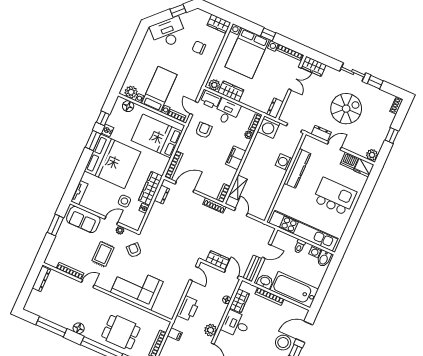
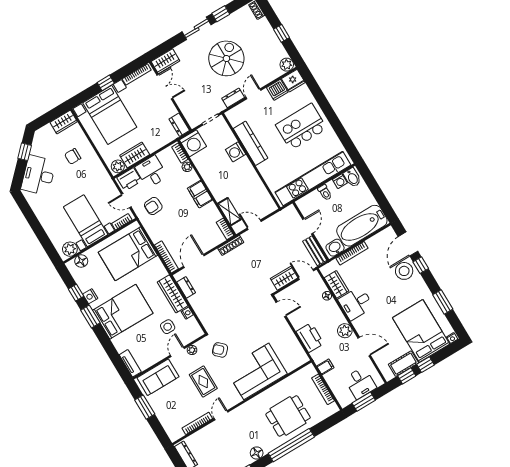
armchair: (204, 130) -> (153, 206), turned -91
bed: (113, 161) -> (123, 312), width x0.73

